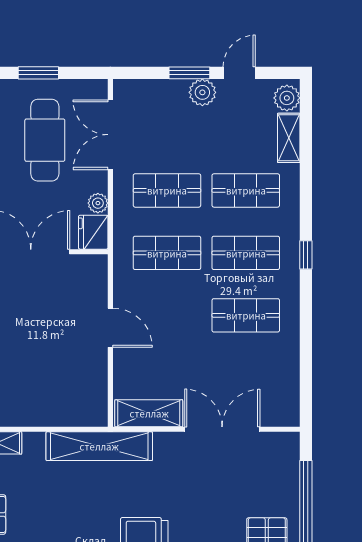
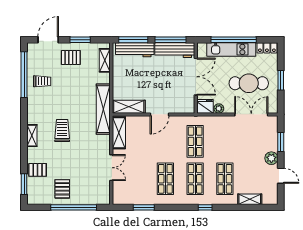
window: (189, 73) -> (281, 142), moved
plant: (287, 98) -> (269, 198), removed
shop shelf: (167, 190) -> (225, 141), removed
window: (306, 255) -> (205, 207), moved
window: (306, 361) -> (144, 207), added
shelving: (94, 392) -> (129, 107), added
double door: (222, 429) -> (111, 168), width x0.73

